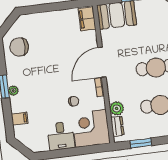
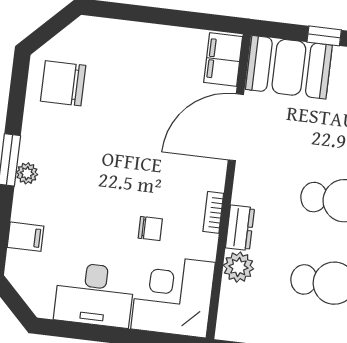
door: (102, 62) -> (236, 127), moved
dresser: (117, 126) -> (240, 228), moved
desk: (61, 136) -> (94, 295), width x1.37

